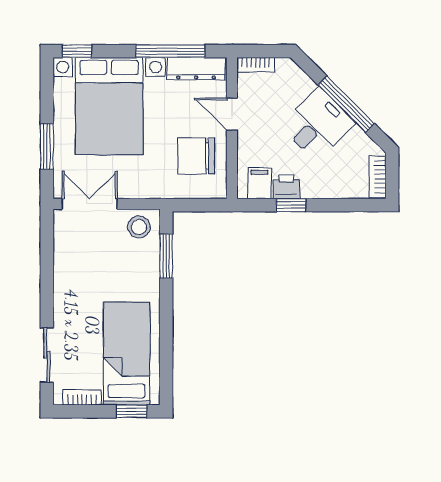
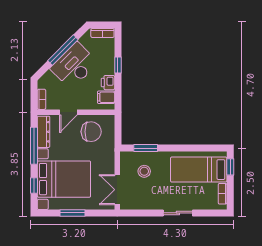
window: (77, 51) -> (34, 186), moved
desk: (318, 125) -> (74, 66), width x1.37
window: (47, 146) -> (73, 213), moved
chair: (196, 156) -> (91, 132), turned -90
window: (291, 205) -> (118, 65), moved
stool: (139, 227) -> (144, 171), moved
sliding door: (47, 355) -> (178, 213), moved

